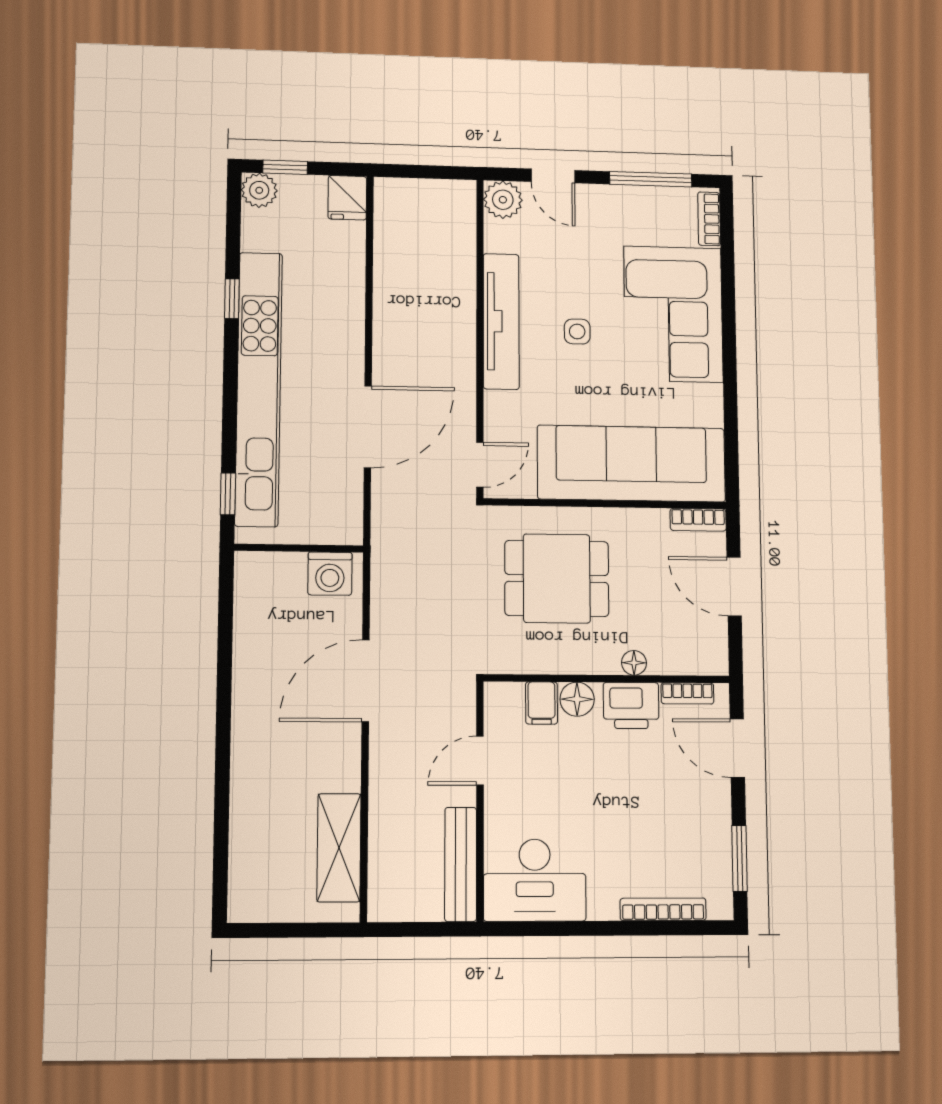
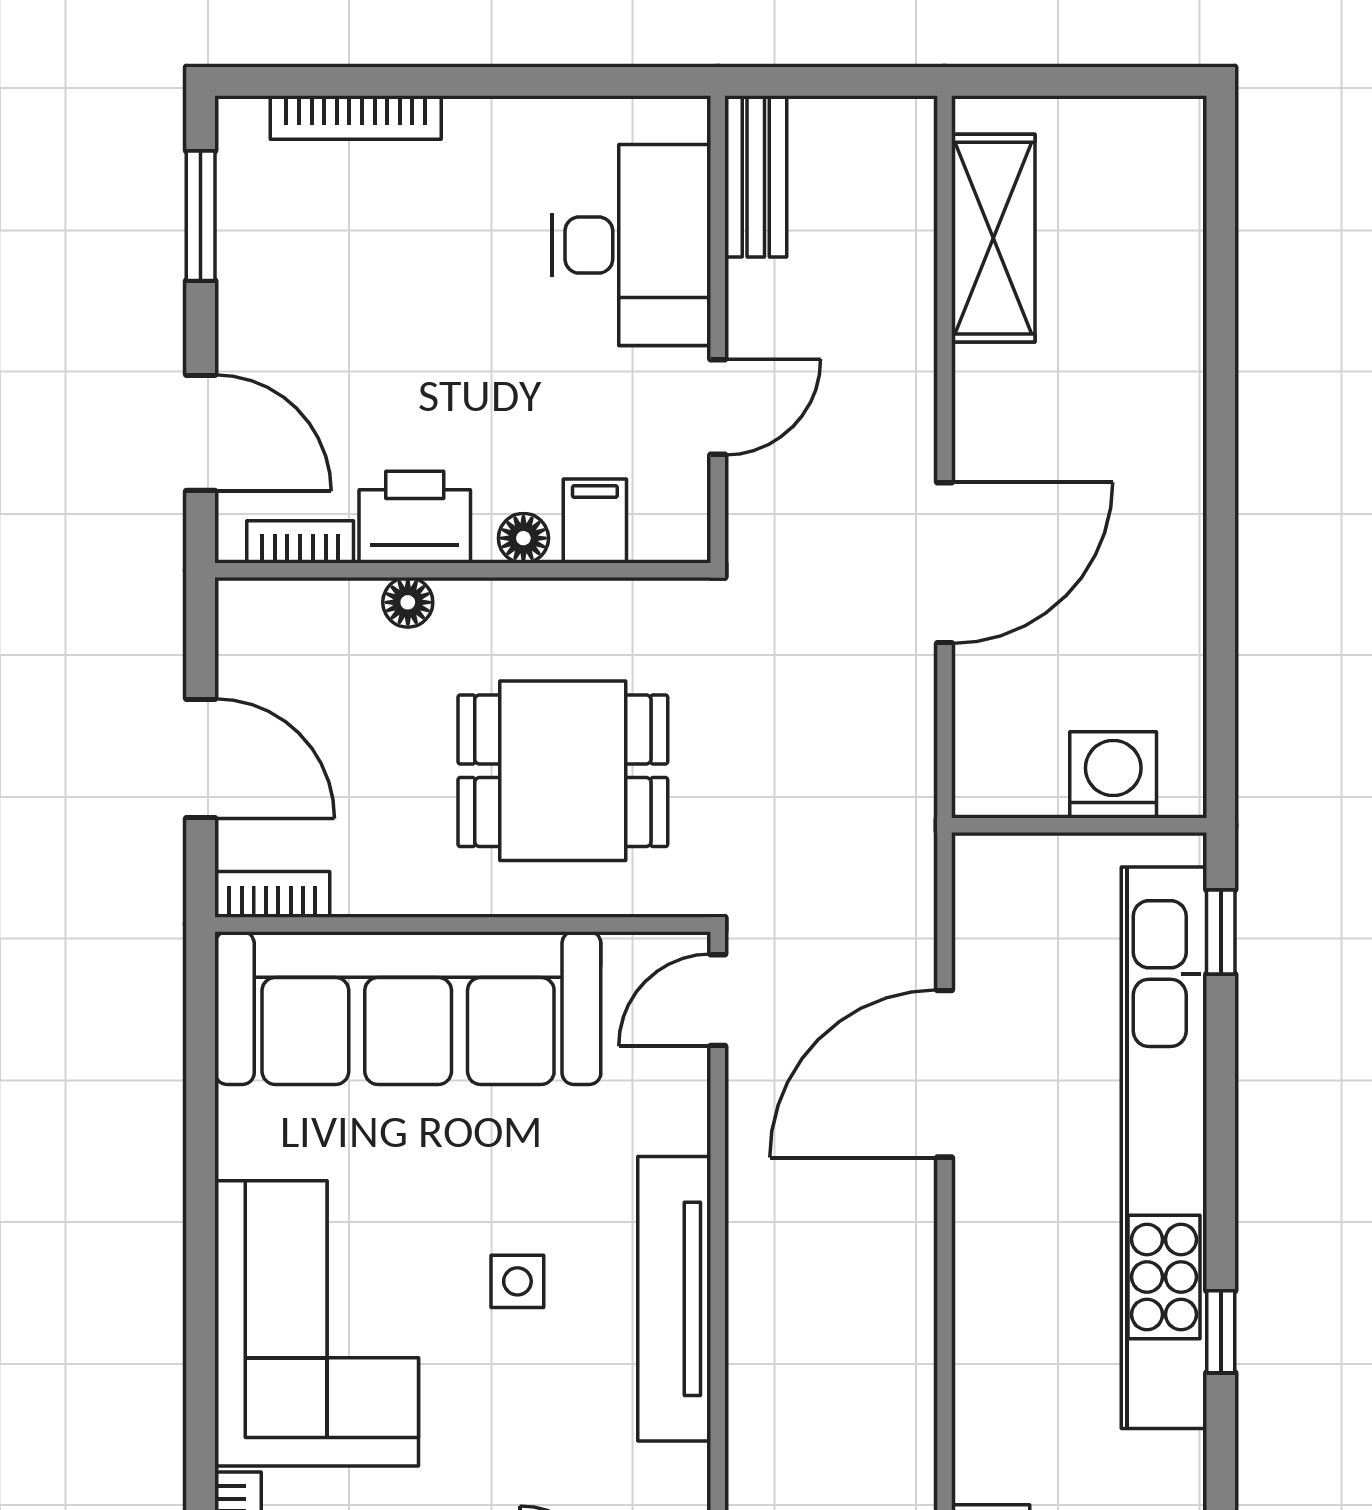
washing machine: (330, 574) -> (1113, 775), moved
floor lamp: (577, 699) -> (523, 538), width x0.73, depth x0.73
bench: (461, 864) -> (756, 176), width x0.73
desk: (535, 880) -> (632, 245), moved, turned 90

